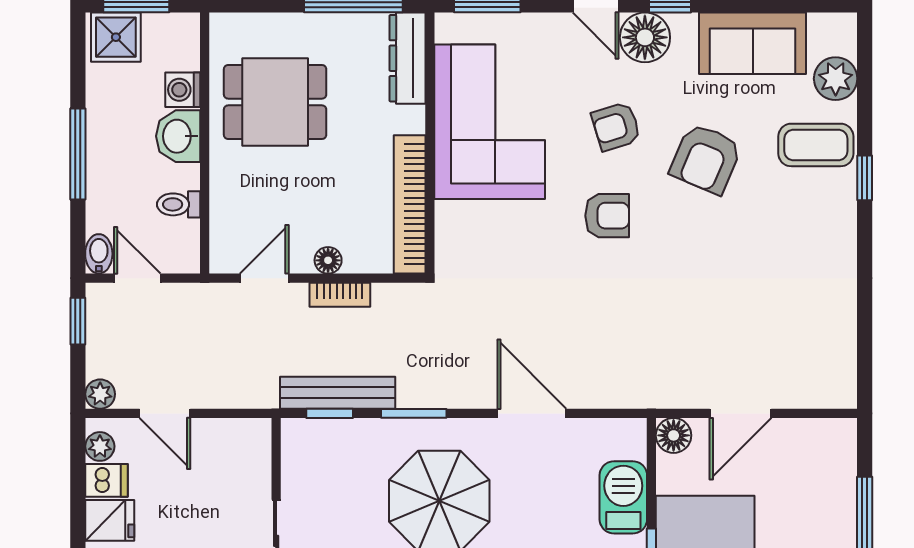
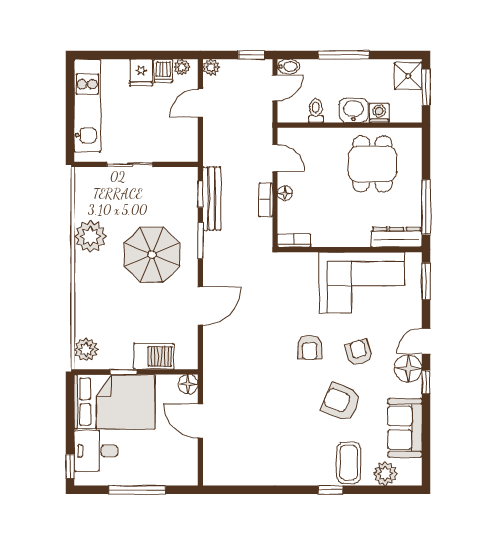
bookcase: (410, 204) -> (294, 240), width x0.43, depth x0.76

